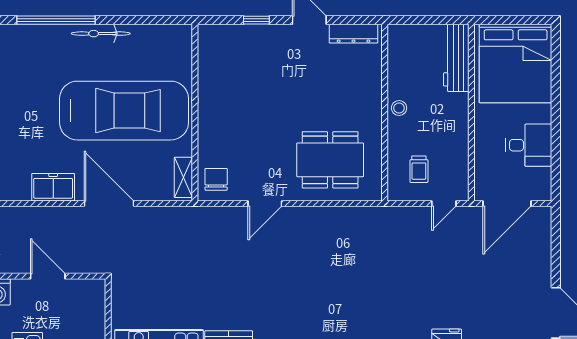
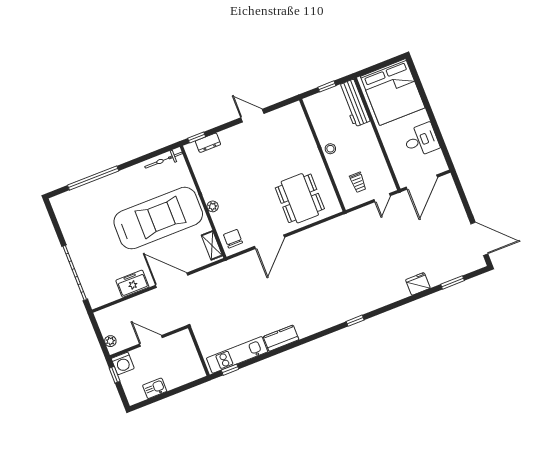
window: (256, 20) -> (197, 137), moved
window: (428, 20) -> (327, 86), added
bicycle: (101, 34) -> (164, 160), moved
dresser: (353, 34) -> (208, 143), moved, width x0.70
plant: (205, 124) -> (213, 206), added
dining table: (330, 160) -> (300, 198), turned 90
door: (265, 203) -> (270, 242), width x1.36

